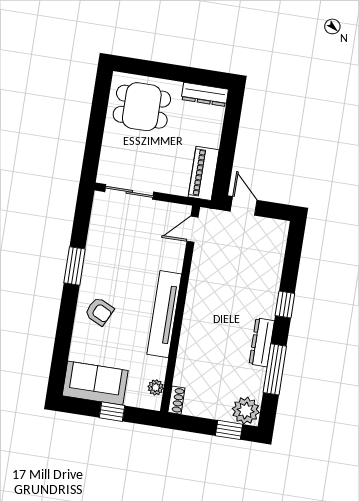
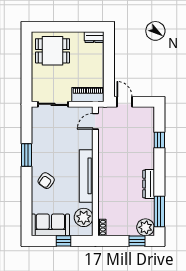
dresser: (205, 94) -> (94, 37), width x0.70
piano: (204, 173) -> (88, 95), moved, turned 90
window: (285, 304) -> (159, 140), moved
armchair: (99, 311) -> (46, 181), turned 99
window: (275, 369) -> (159, 211), moved
plant: (156, 387) -> (84, 217), width x1.87, depth x1.87

